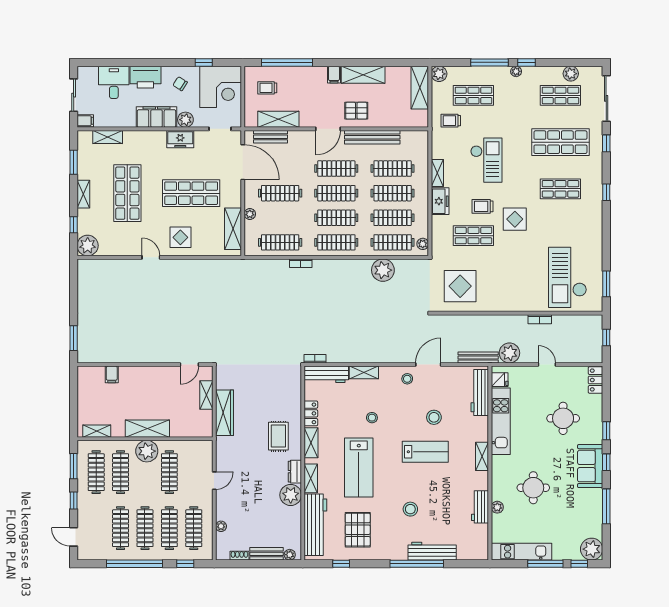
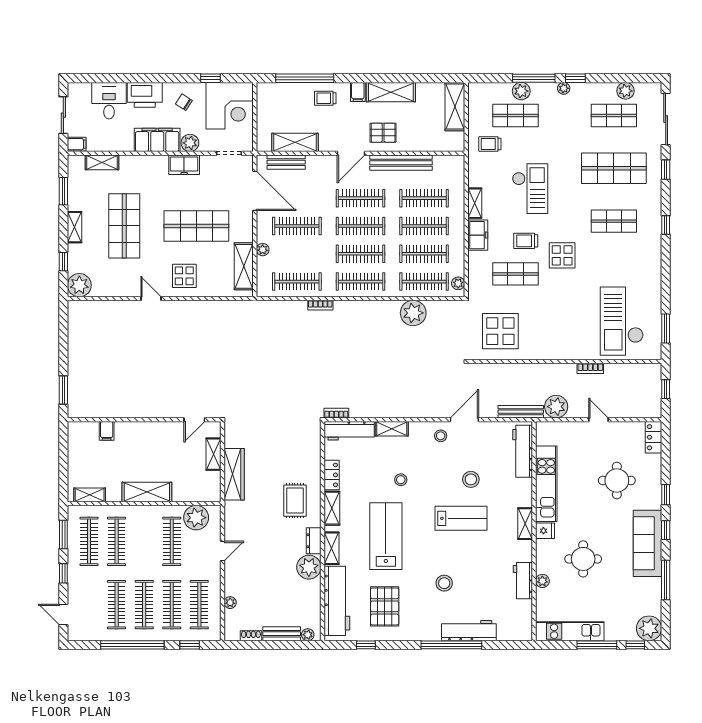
plant: (439, 74) -> (521, 91), moved
trolley: (267, 88) -> (325, 98), moved
fridge: (500, 380) -> (545, 531), moved
plant: (147, 451) -> (196, 518), moved
sofa: (590, 466) -> (647, 543), width x1.36
lab bench: (359, 468) -> (386, 536), turned 180

